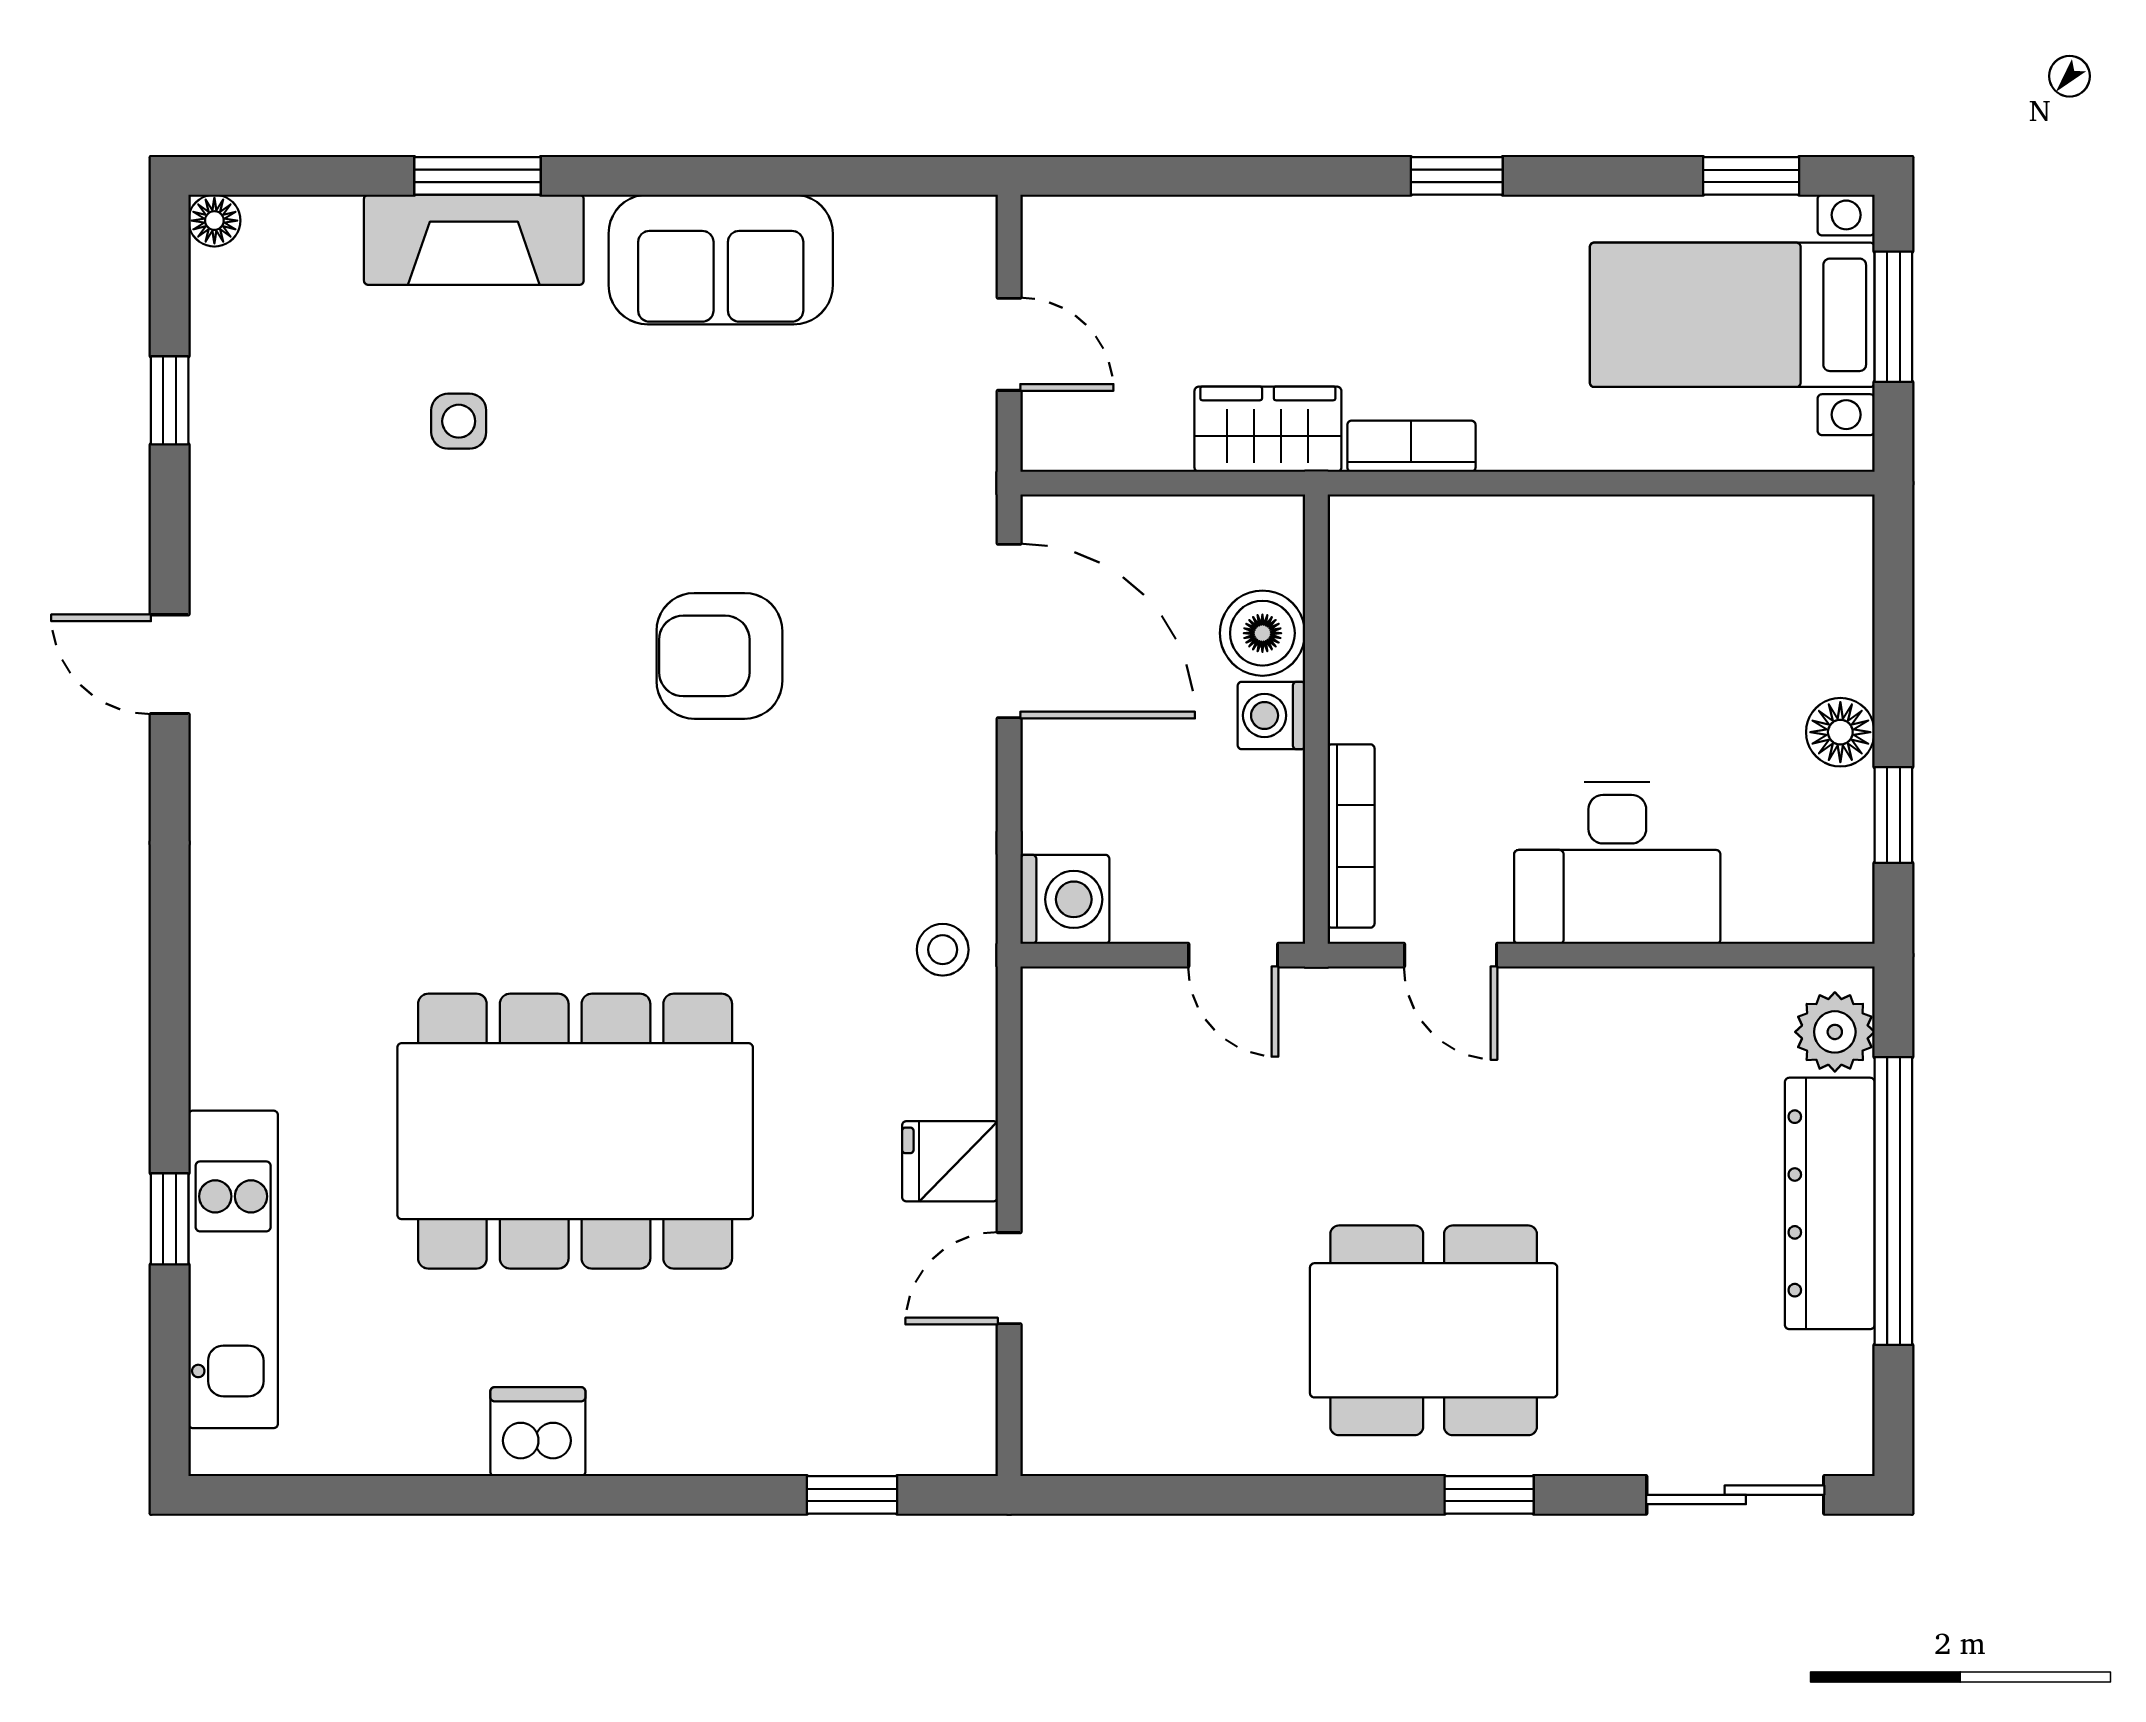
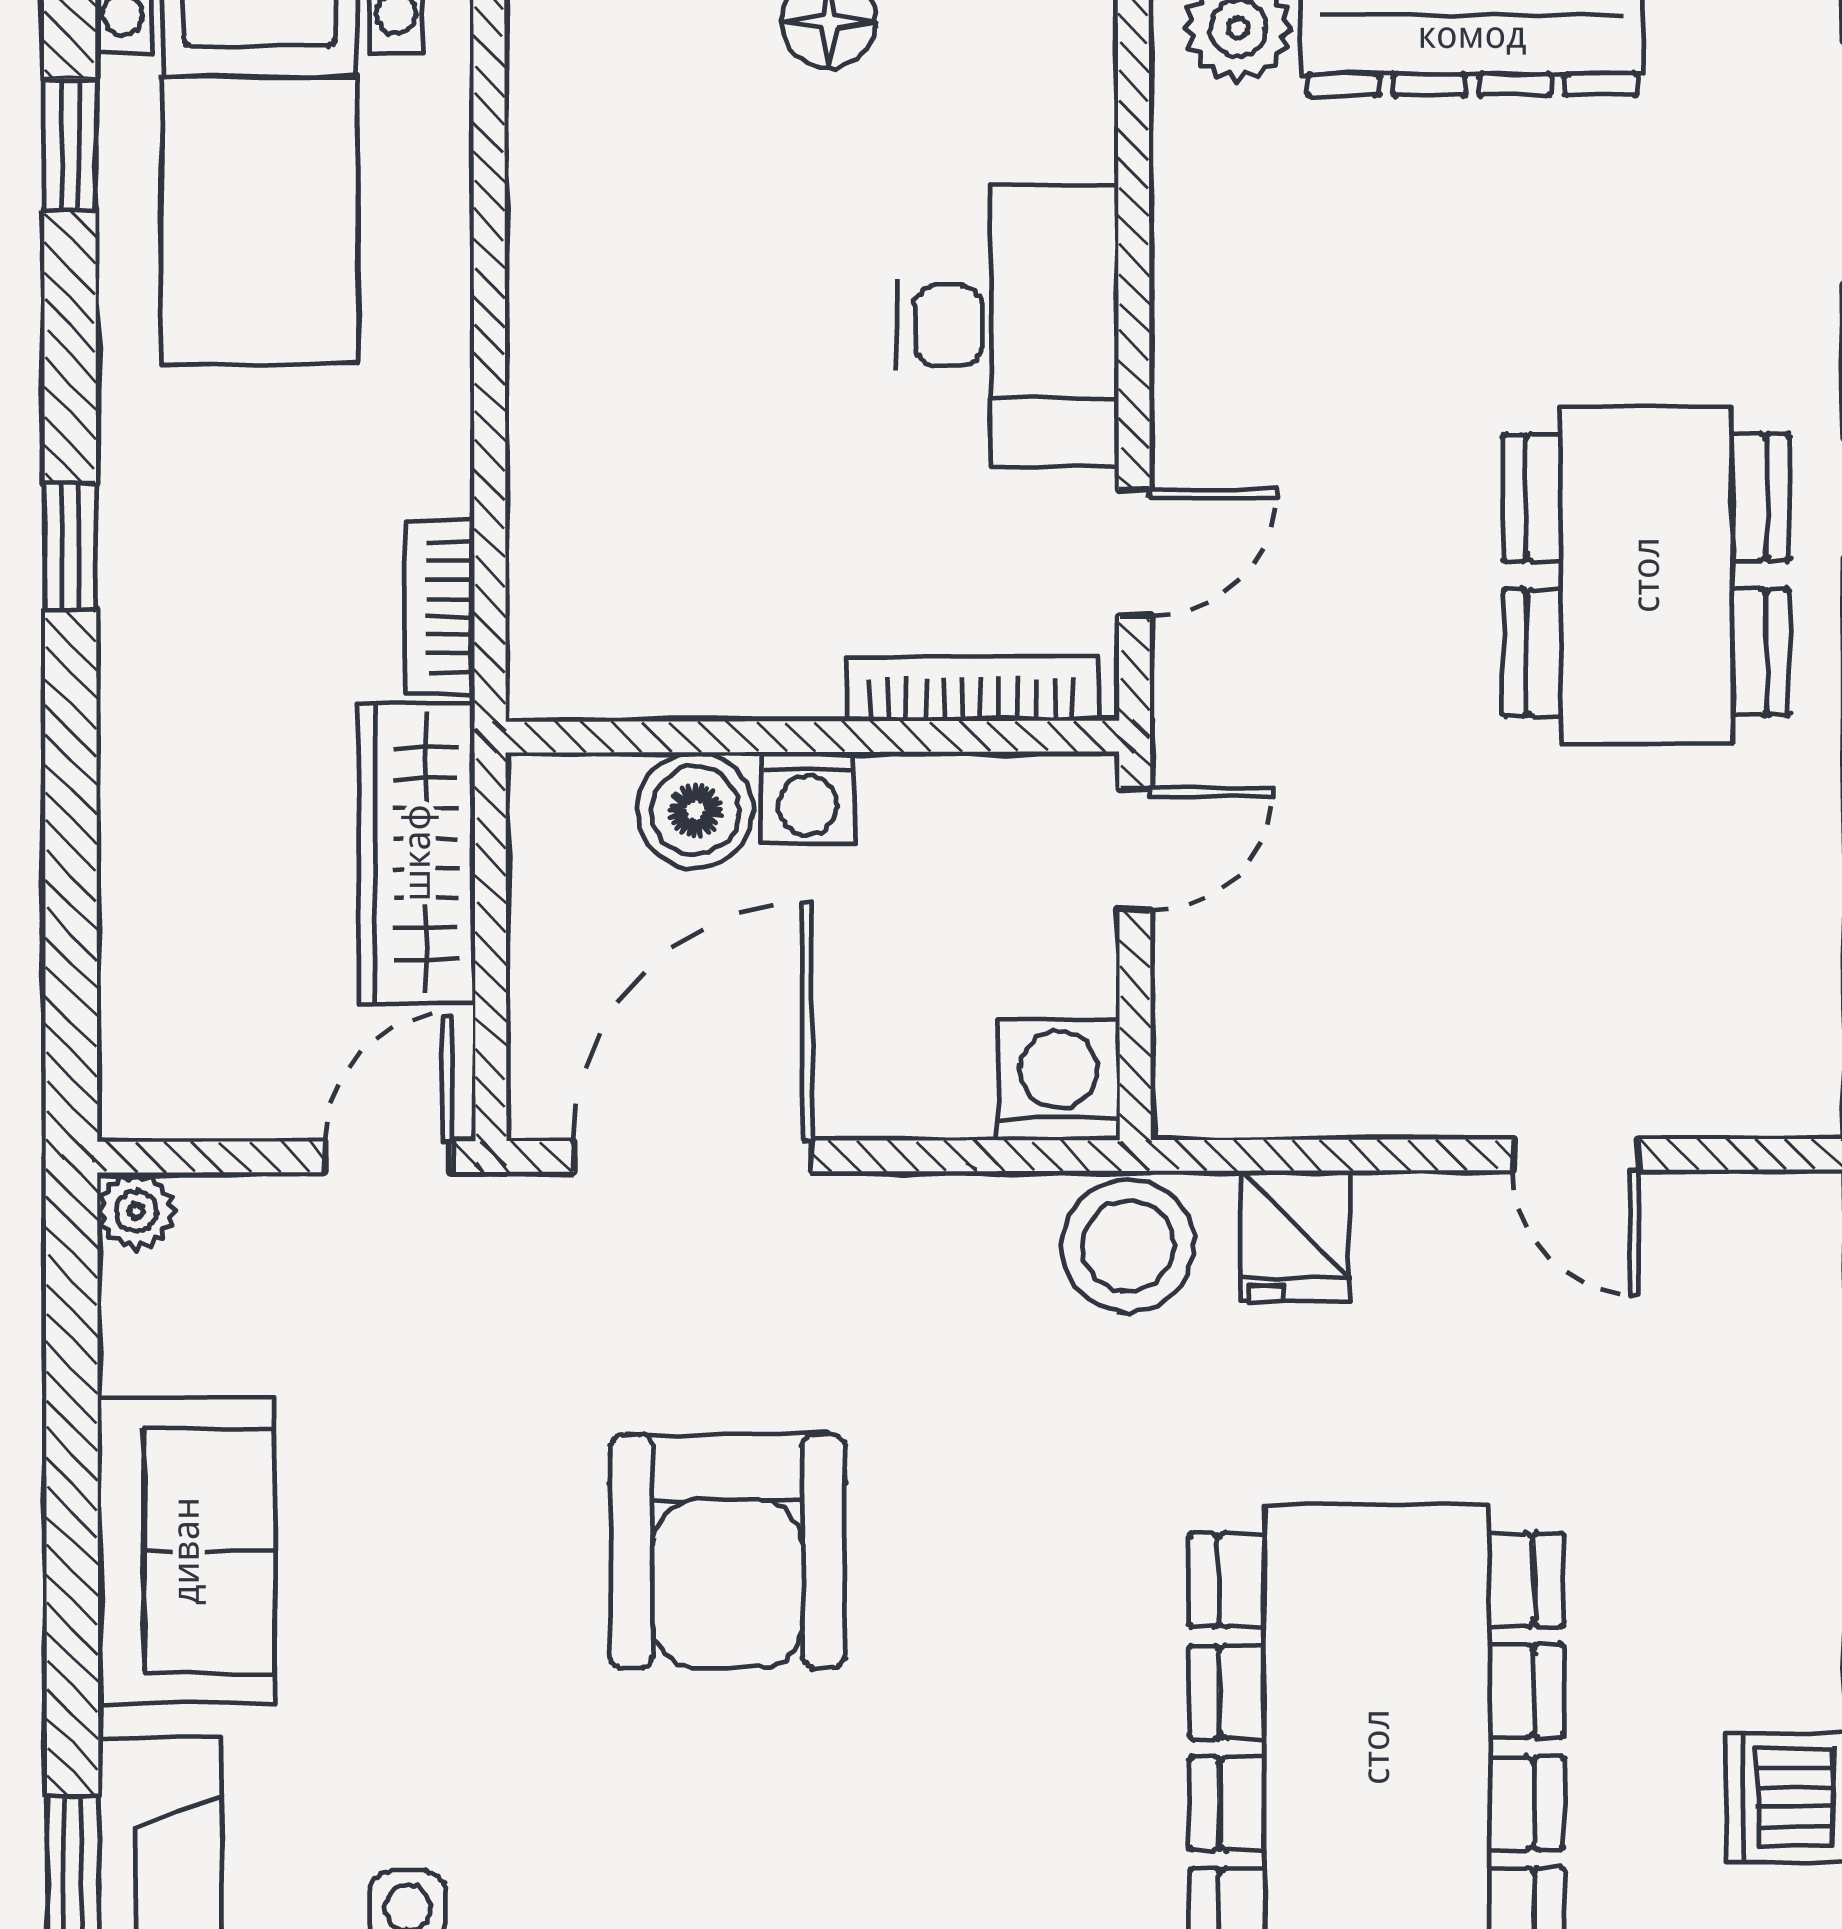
plant: (969, 223) -> (136, 1211), added
door: (1009, 344) -> (388, 1157), moved
wardrobe: (1268, 429) -> (417, 853), width x1.50
armchair: (719, 656) -> (728, 1551), width x1.36, depth x1.36
stool: (943, 950) -> (1128, 1246), width x1.89, depth x1.89
fridge: (950, 1161) -> (1295, 1236), moved

